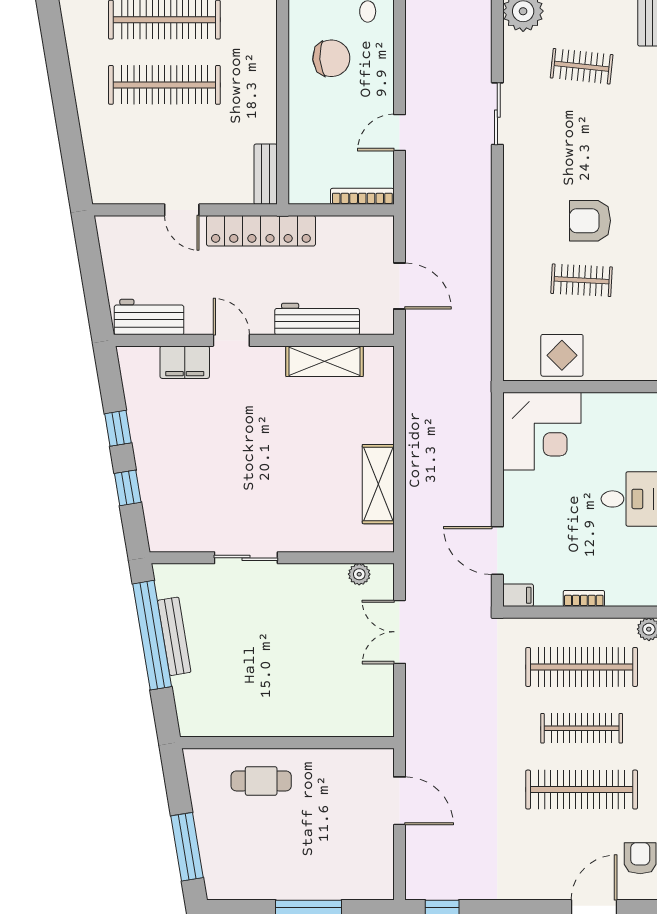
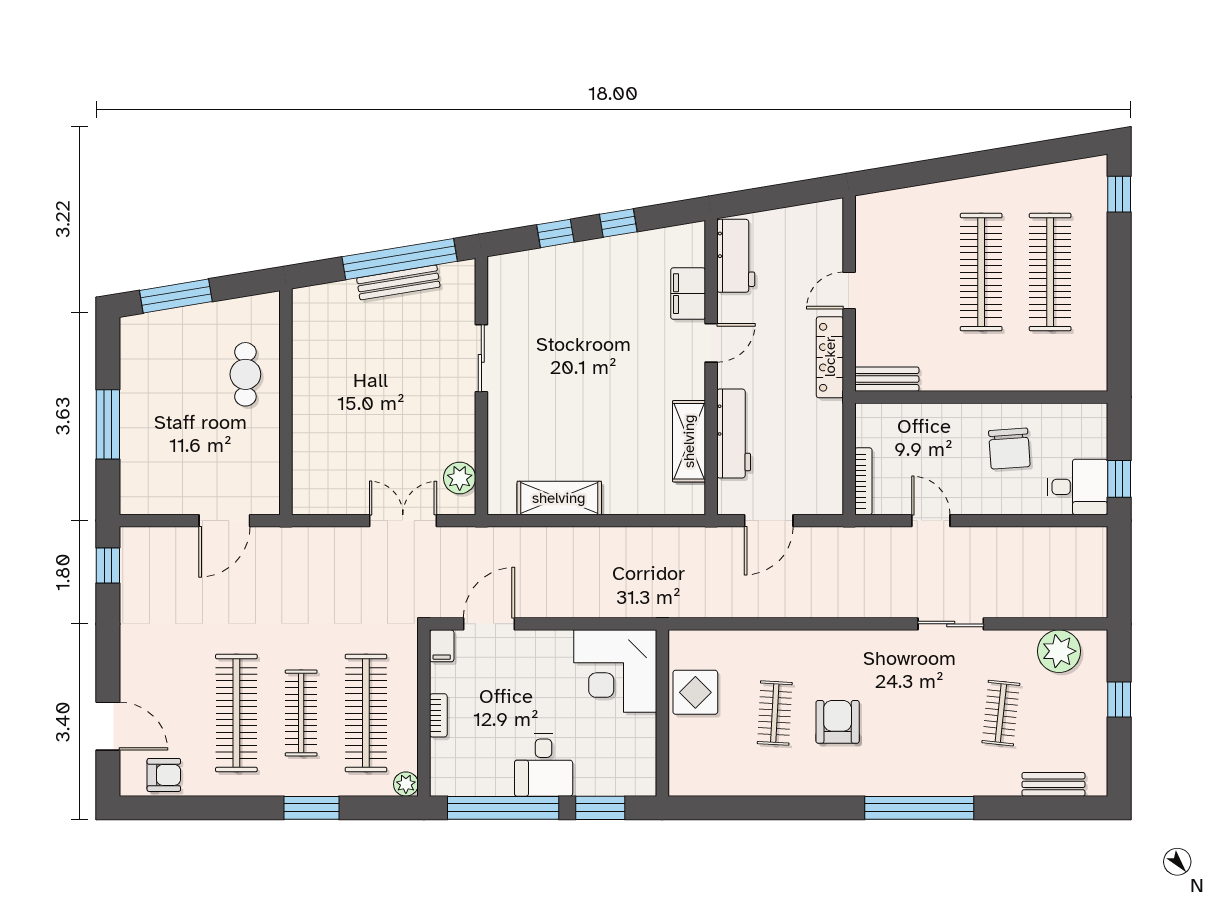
locker: (261, 231) -> (830, 357), width x0.71, depth x0.83
plant: (359, 574) -> (460, 478), width x1.38, depth x1.38

